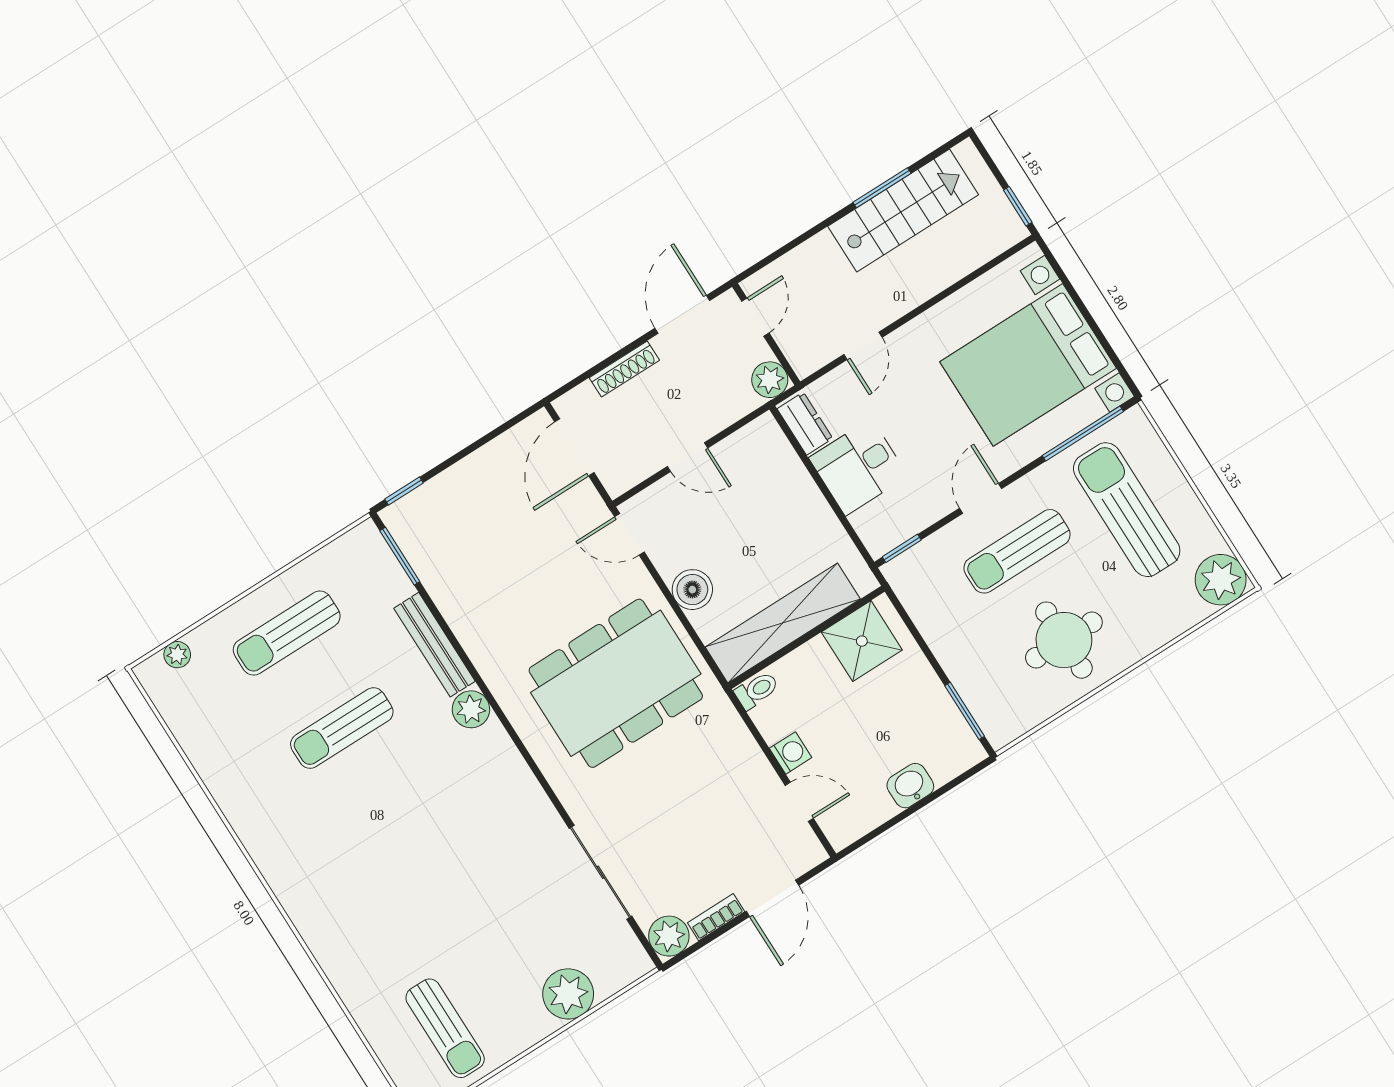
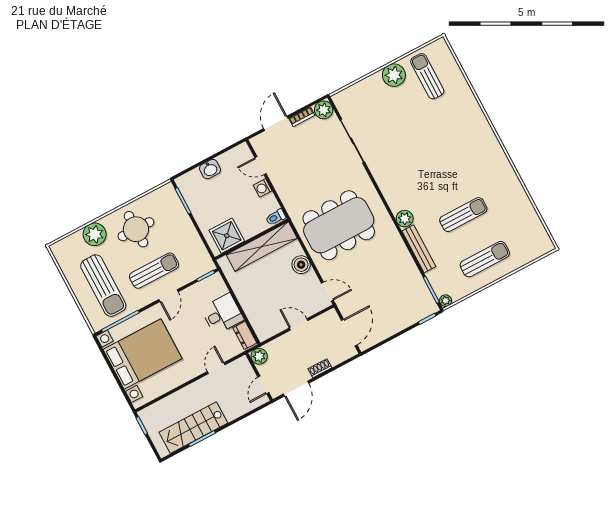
shoe rack: (624, 369) -> (320, 368), width x0.70
plant: (1221, 580) -> (95, 234), moved
plant: (177, 655) -> (446, 301), moved
plant: (568, 994) -> (394, 75), moved

